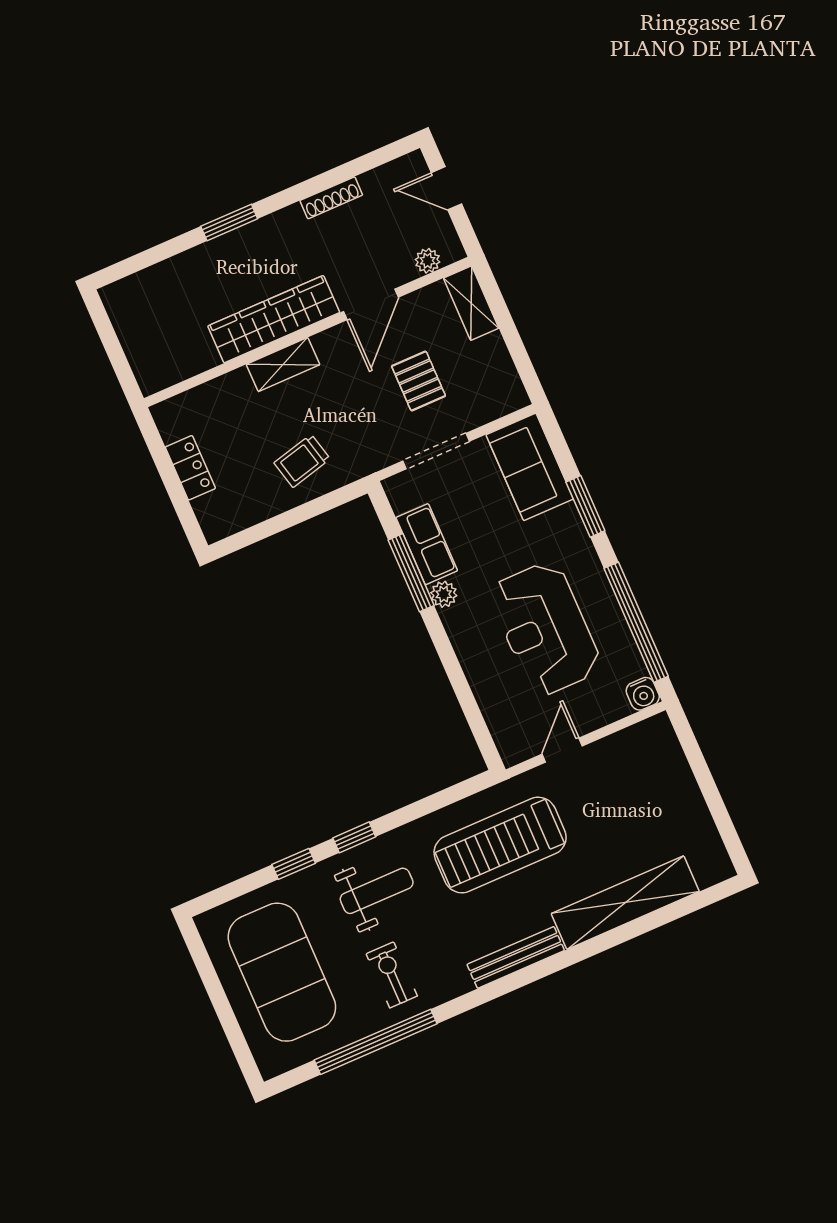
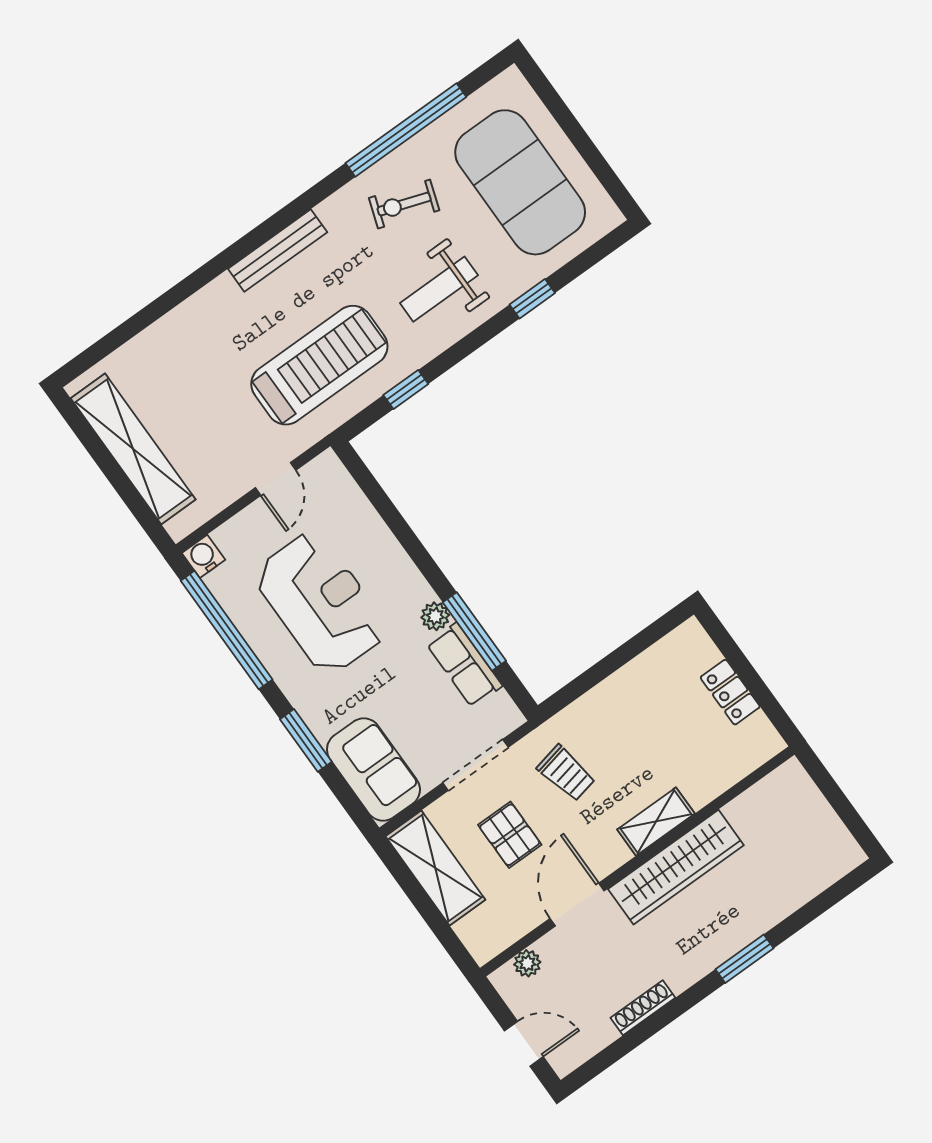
shelving: (471, 303) -> (435, 868), moved, width x1.50, depth x1.33
trolley: (302, 461) -> (566, 773), moved, turned 92
window: (354, 837) -> (406, 390), moved
shelving: (625, 903) -> (133, 449), moved, turned 90
exercise bike: (392, 975) -> (404, 204), turned 109

